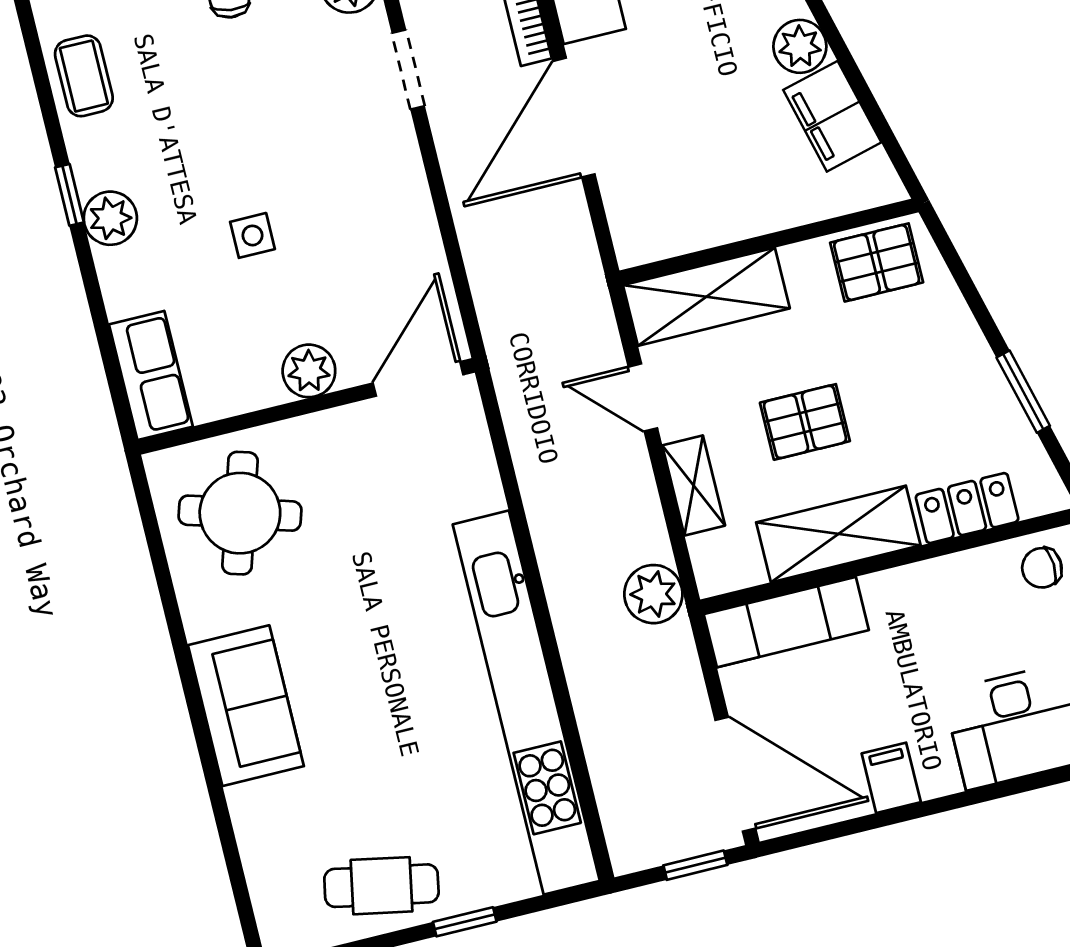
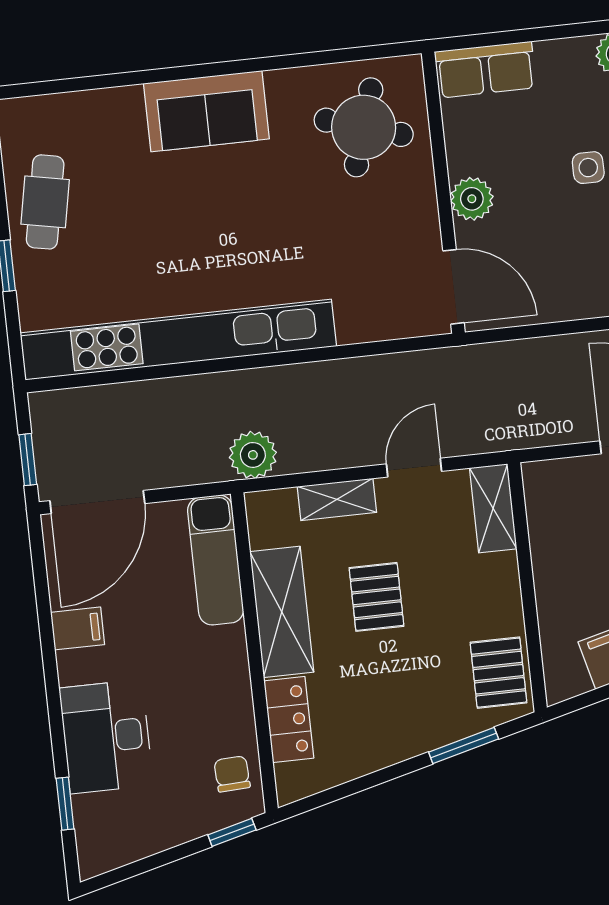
shelving: (706, 297) -> (493, 508), width x0.67, depth x0.75
window: (1023, 392) -> (464, 746), moved

